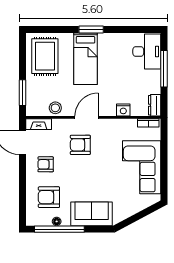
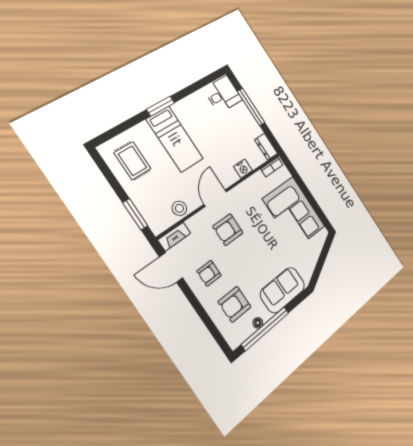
desk: (147, 51) -> (223, 94), width x0.73
rug: (45, 56) -> (132, 161), width x0.73, depth x0.70

